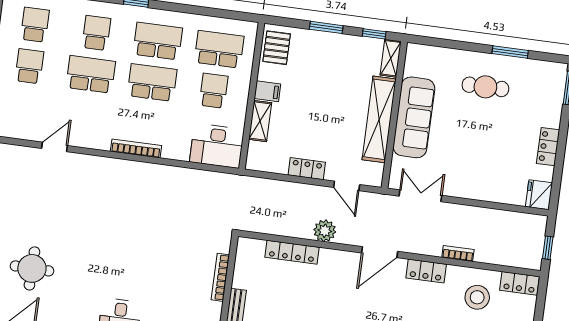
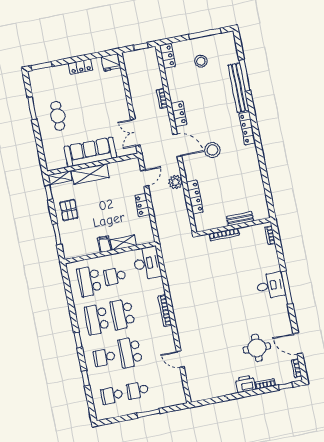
window: (326, 27) -> (57, 234), moved
pallet: (277, 48) -> (69, 210), moved, turned 90
shelving: (379, 119) -> (90, 174), width x0.68
stool: (477, 297) -> (212, 150), moved

